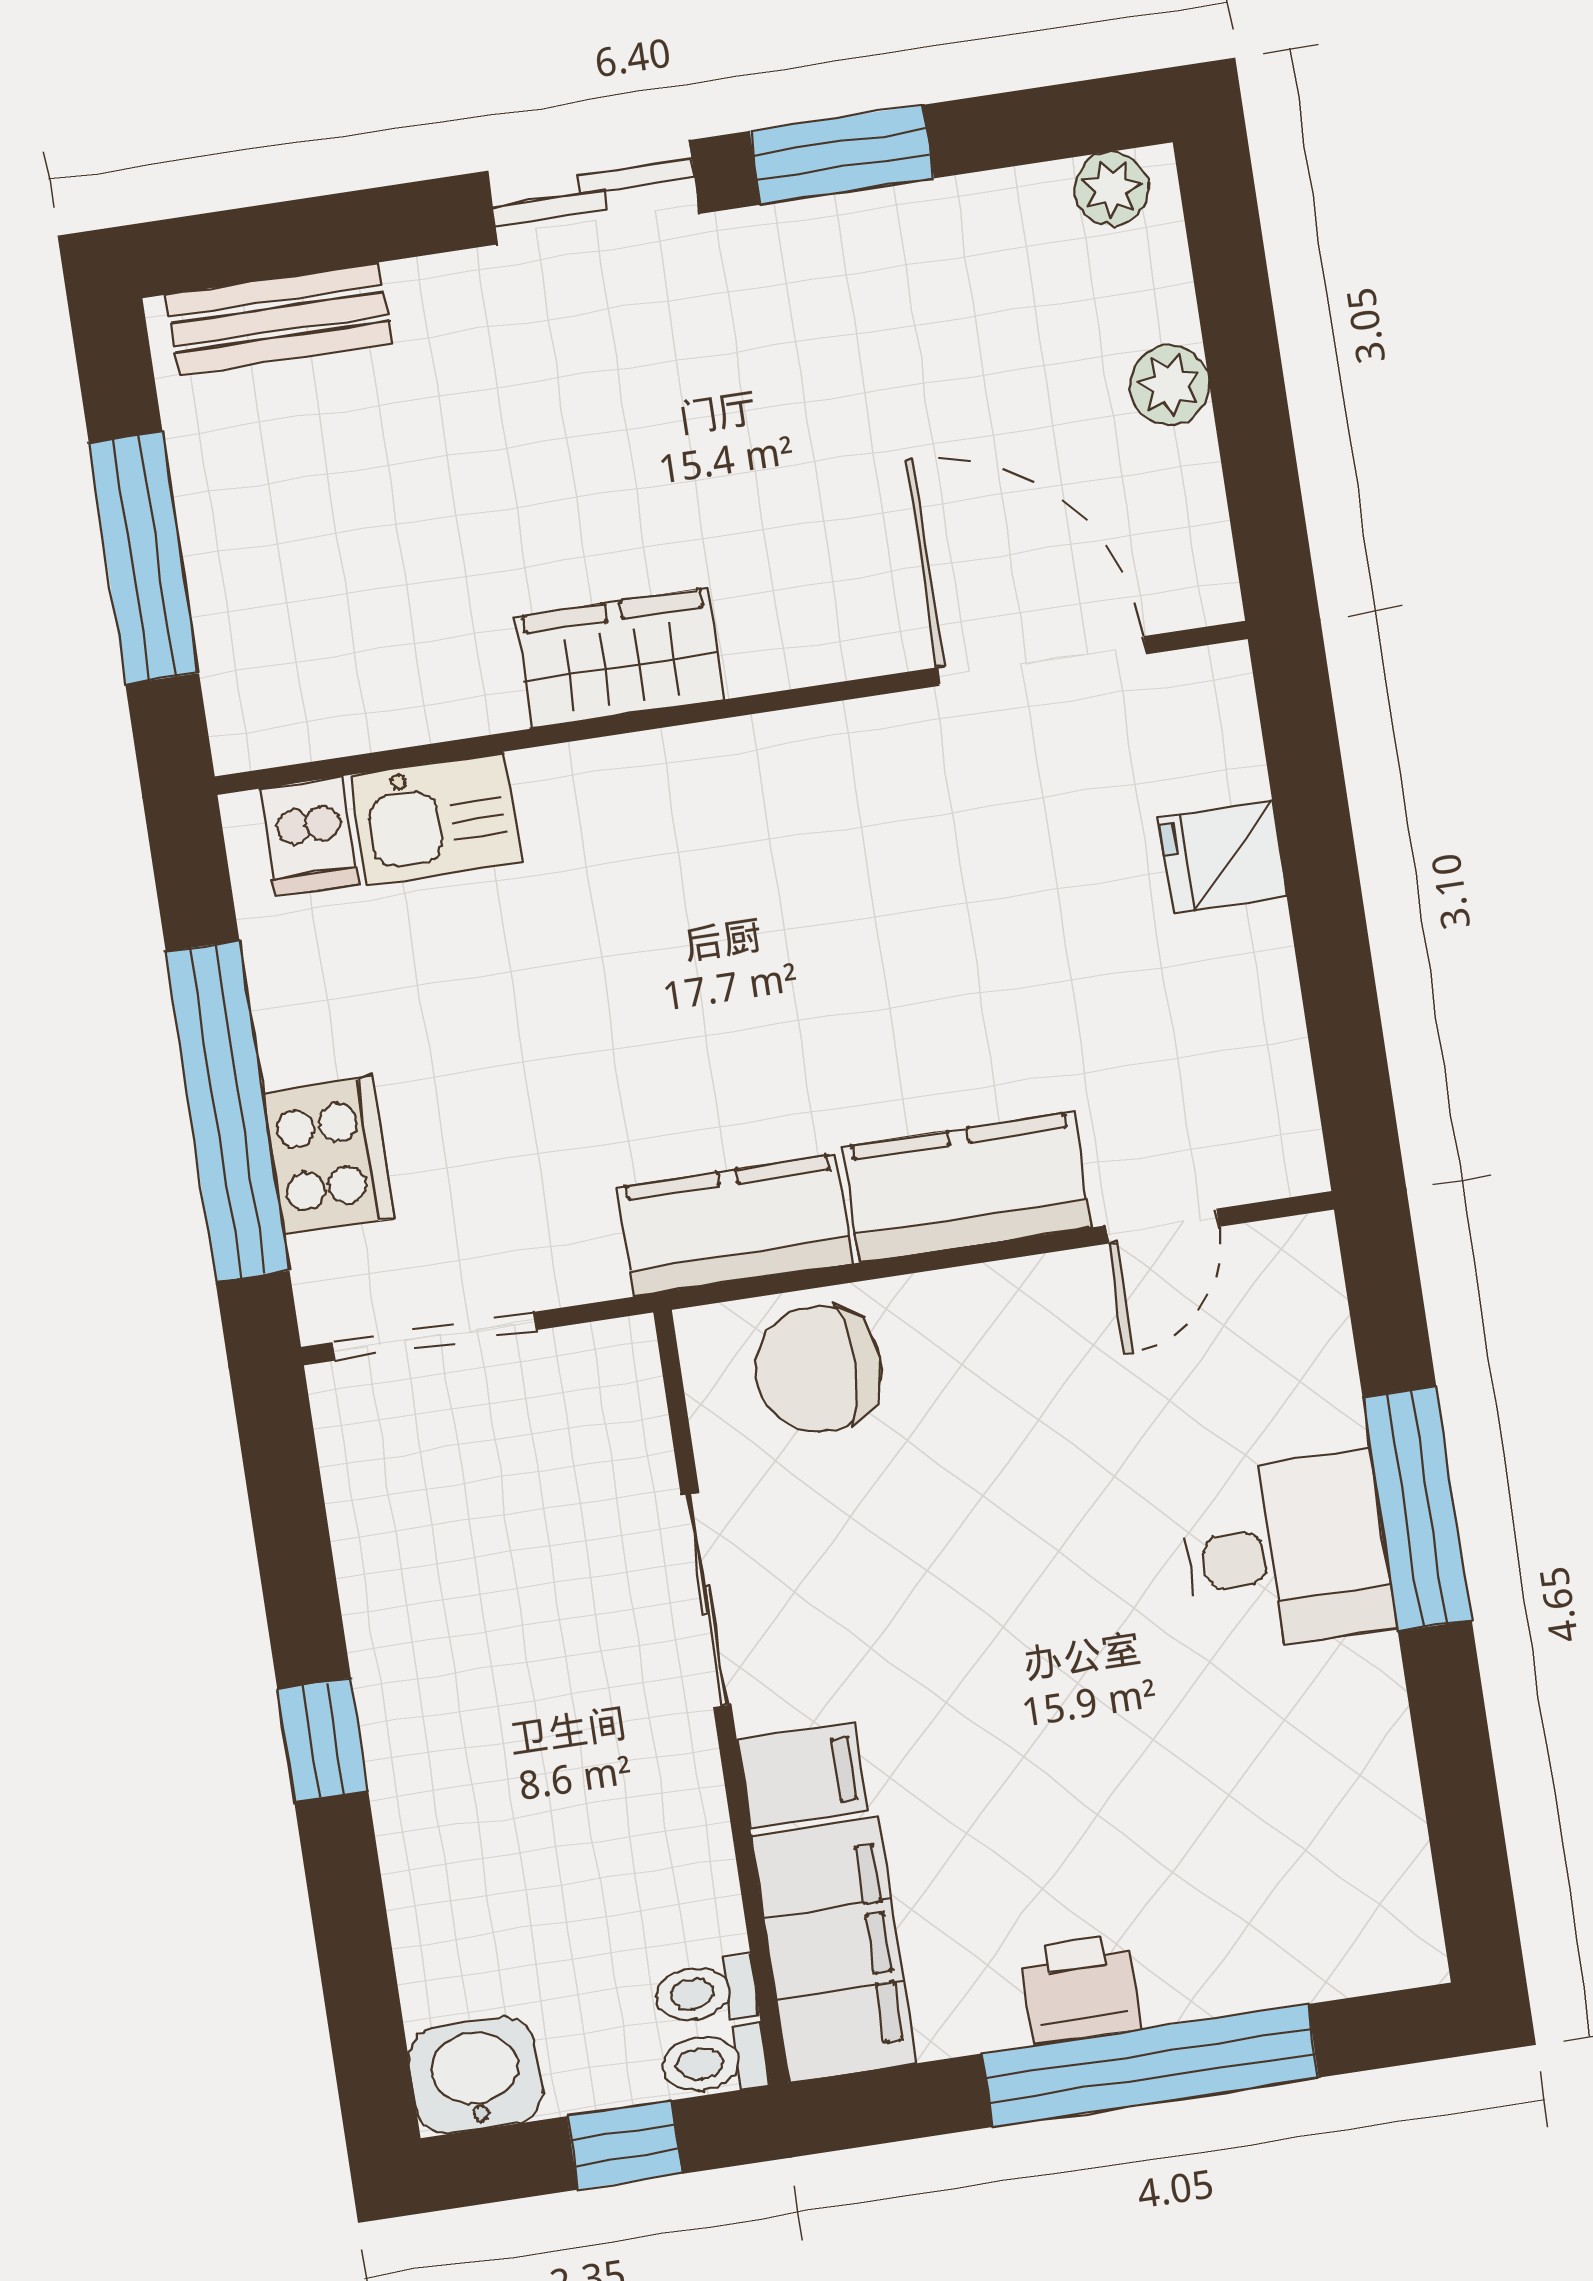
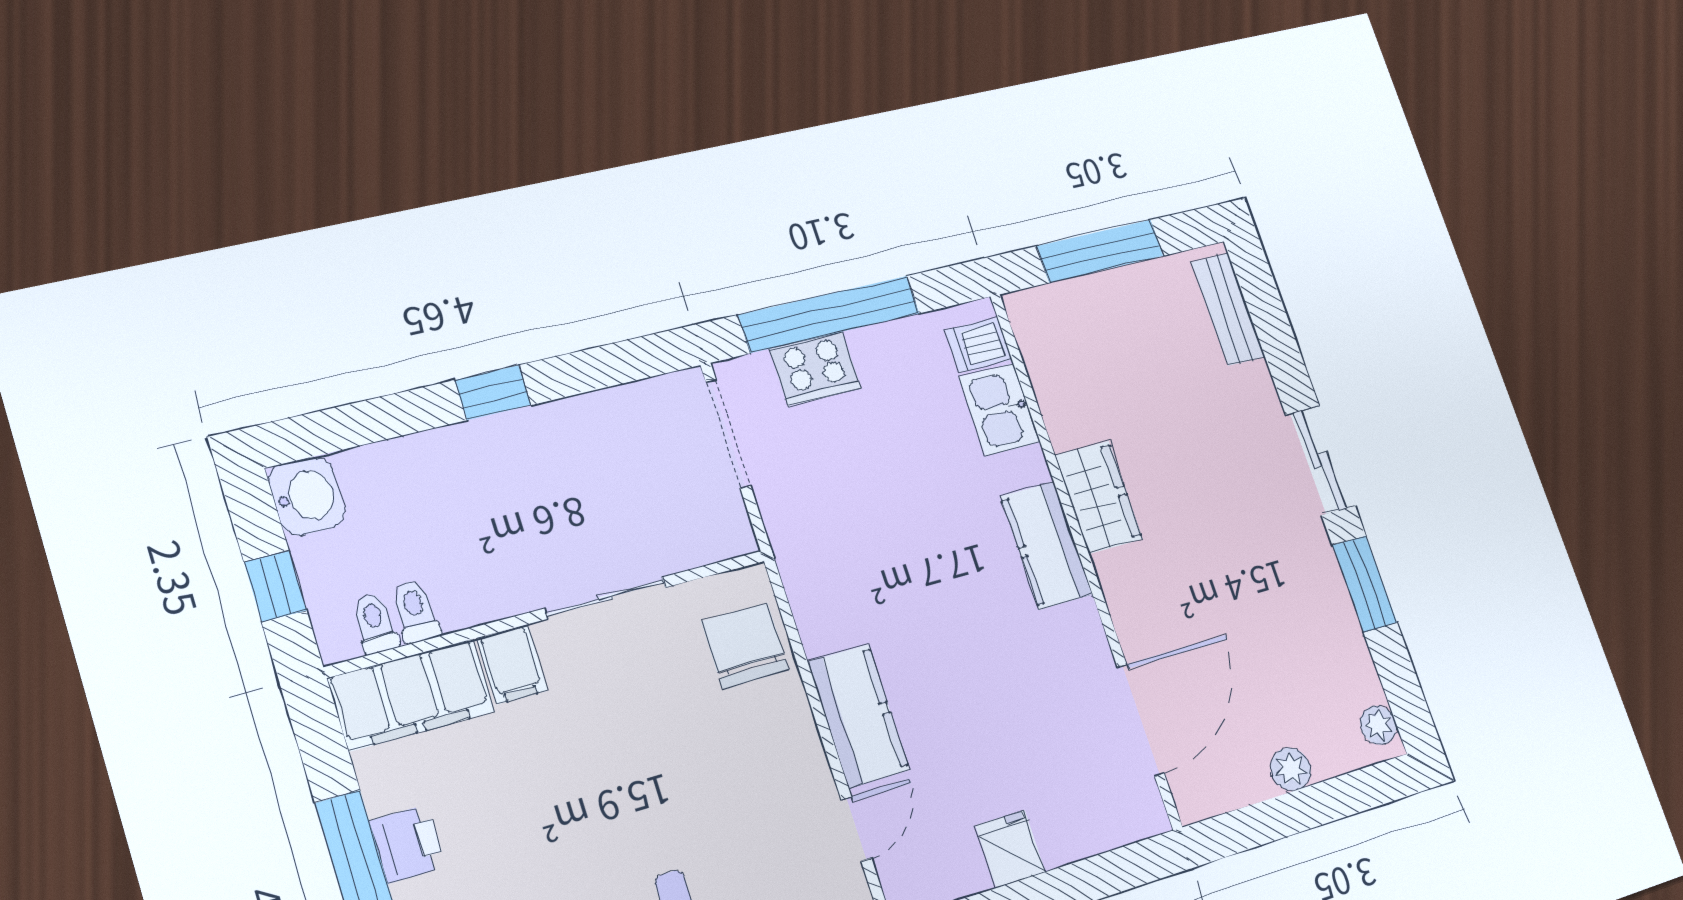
fridge: (1222, 857) -> (1010, 849), moved
kitchen counter: (735, 1226) -> (1047, 545), moved, turned 180
door: (1162, 1226) -> (856, 829), swing flipped
toilet: (714, 2062) -> (415, 611), moved

